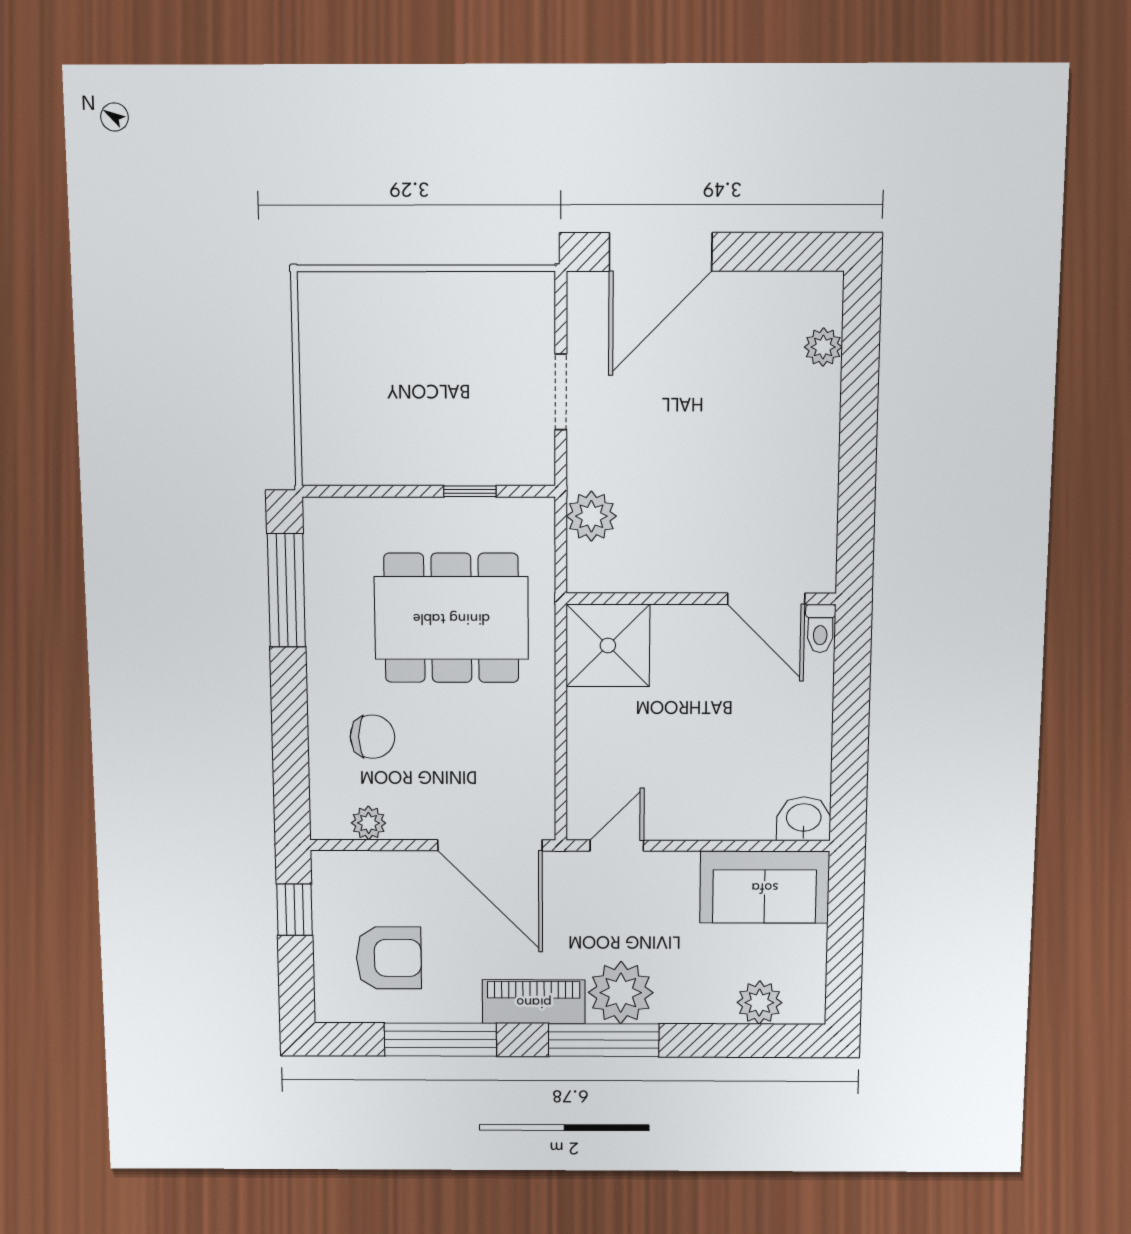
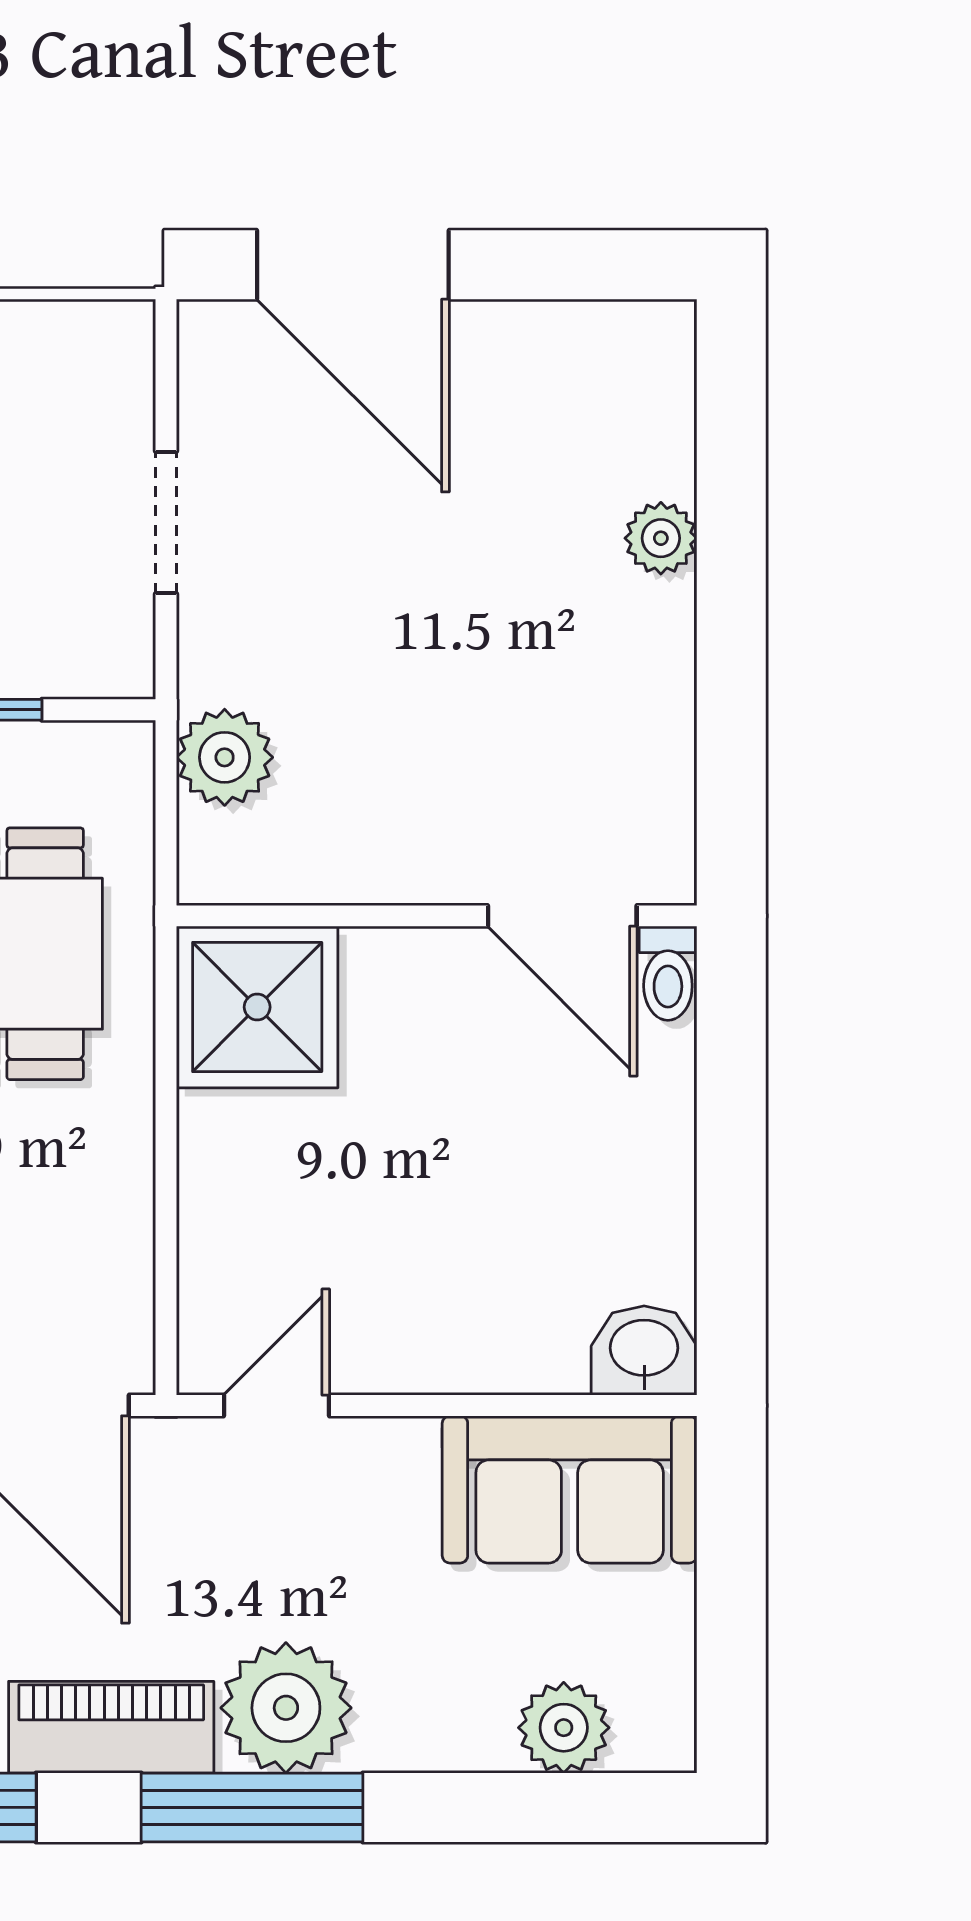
door: (661, 252) -> (353, 265), hinge flipped
plant: (823, 347) -> (661, 538), moved

